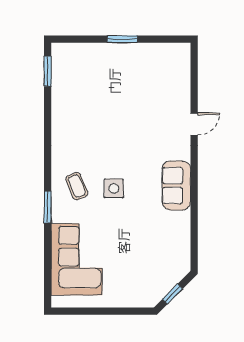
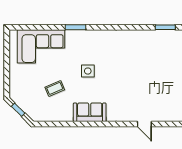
door: (194, 124) -> (144, 124), moved
coffee table: (77, 186) -> (55, 88), moved

